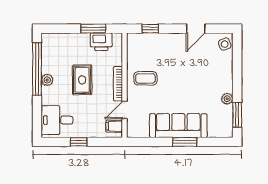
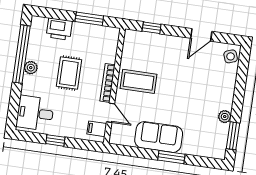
printer: (101, 42) -> (59, 29), moved
coffee table: (145, 78) -> (138, 81), width x1.36, depth x1.30
door: (124, 110) -> (111, 113), swing flipped
sofa: (178, 126) -> (159, 137), width x0.73

